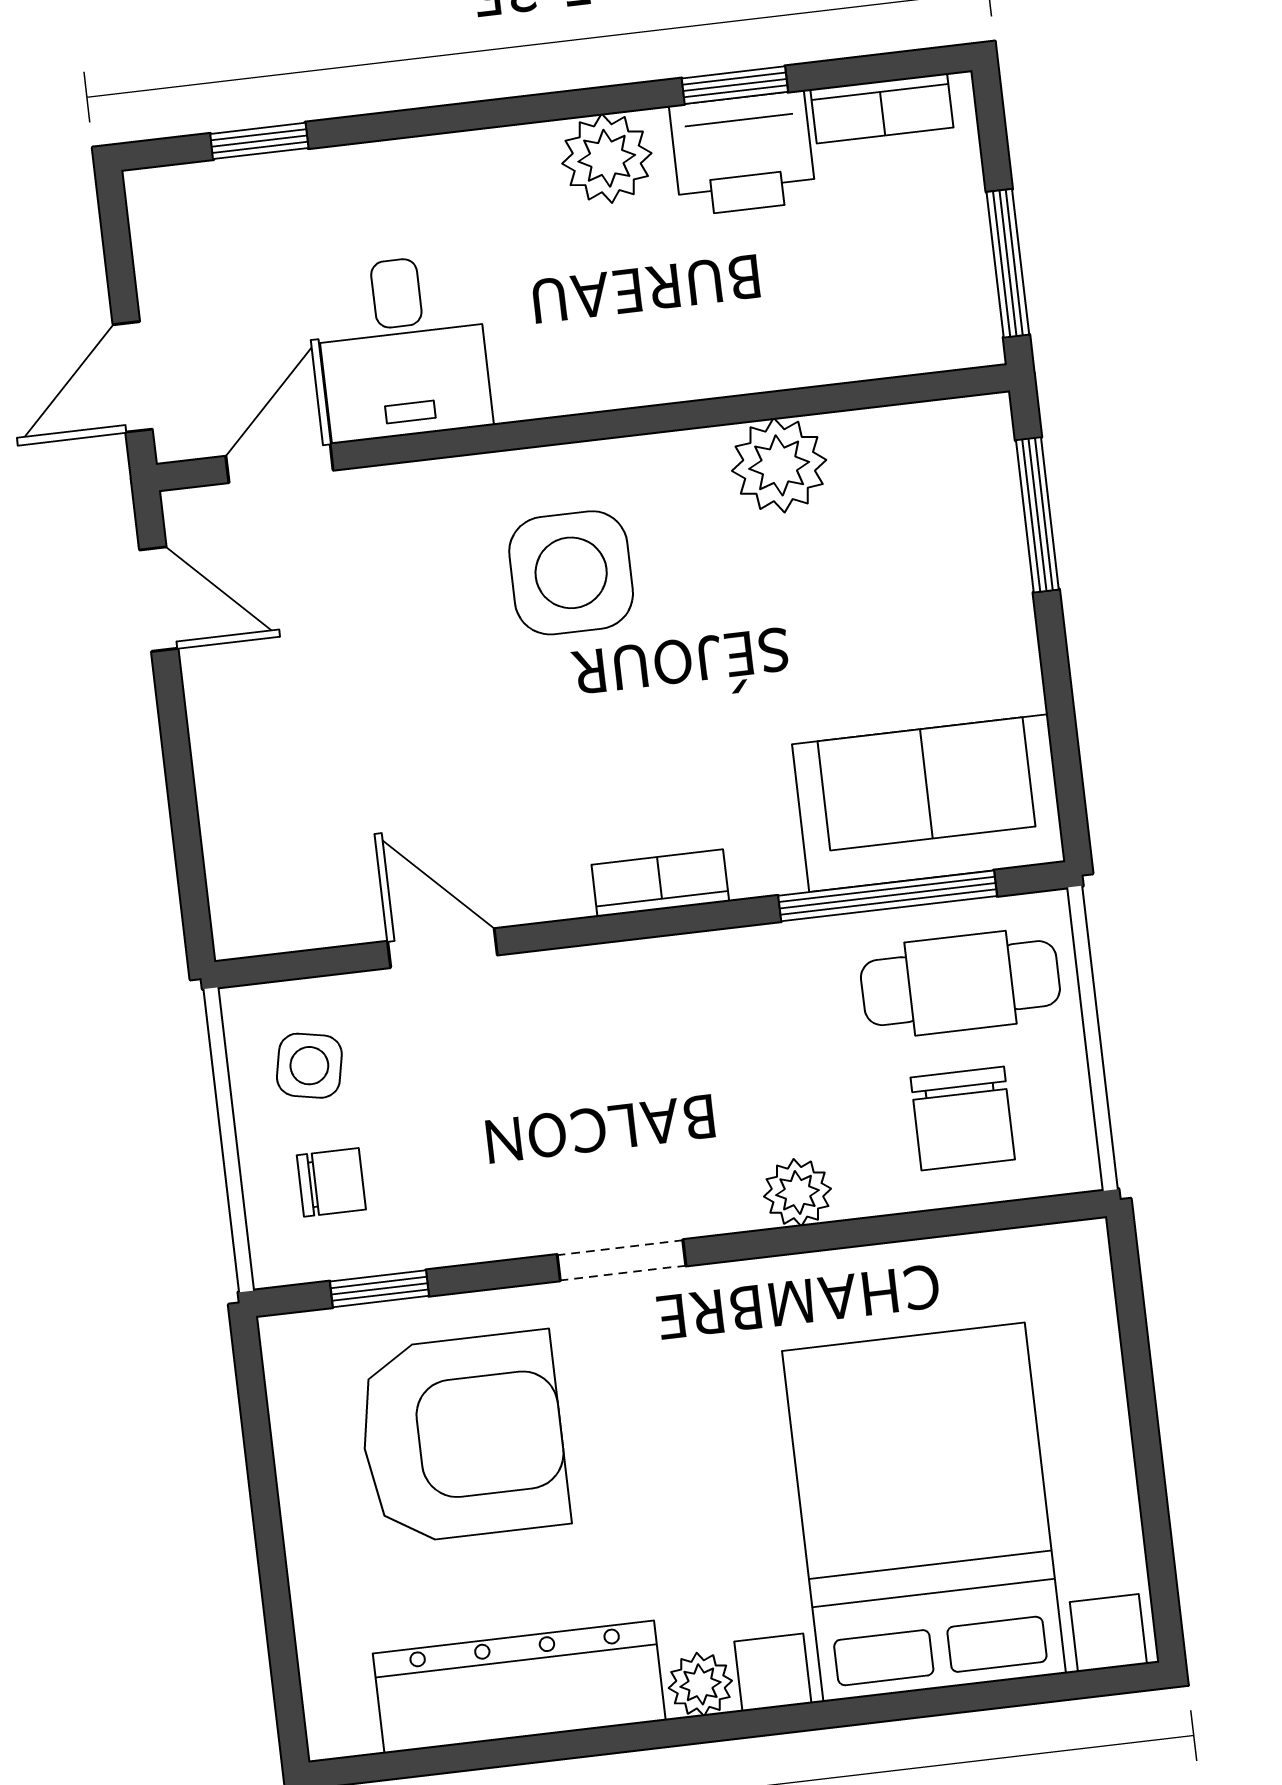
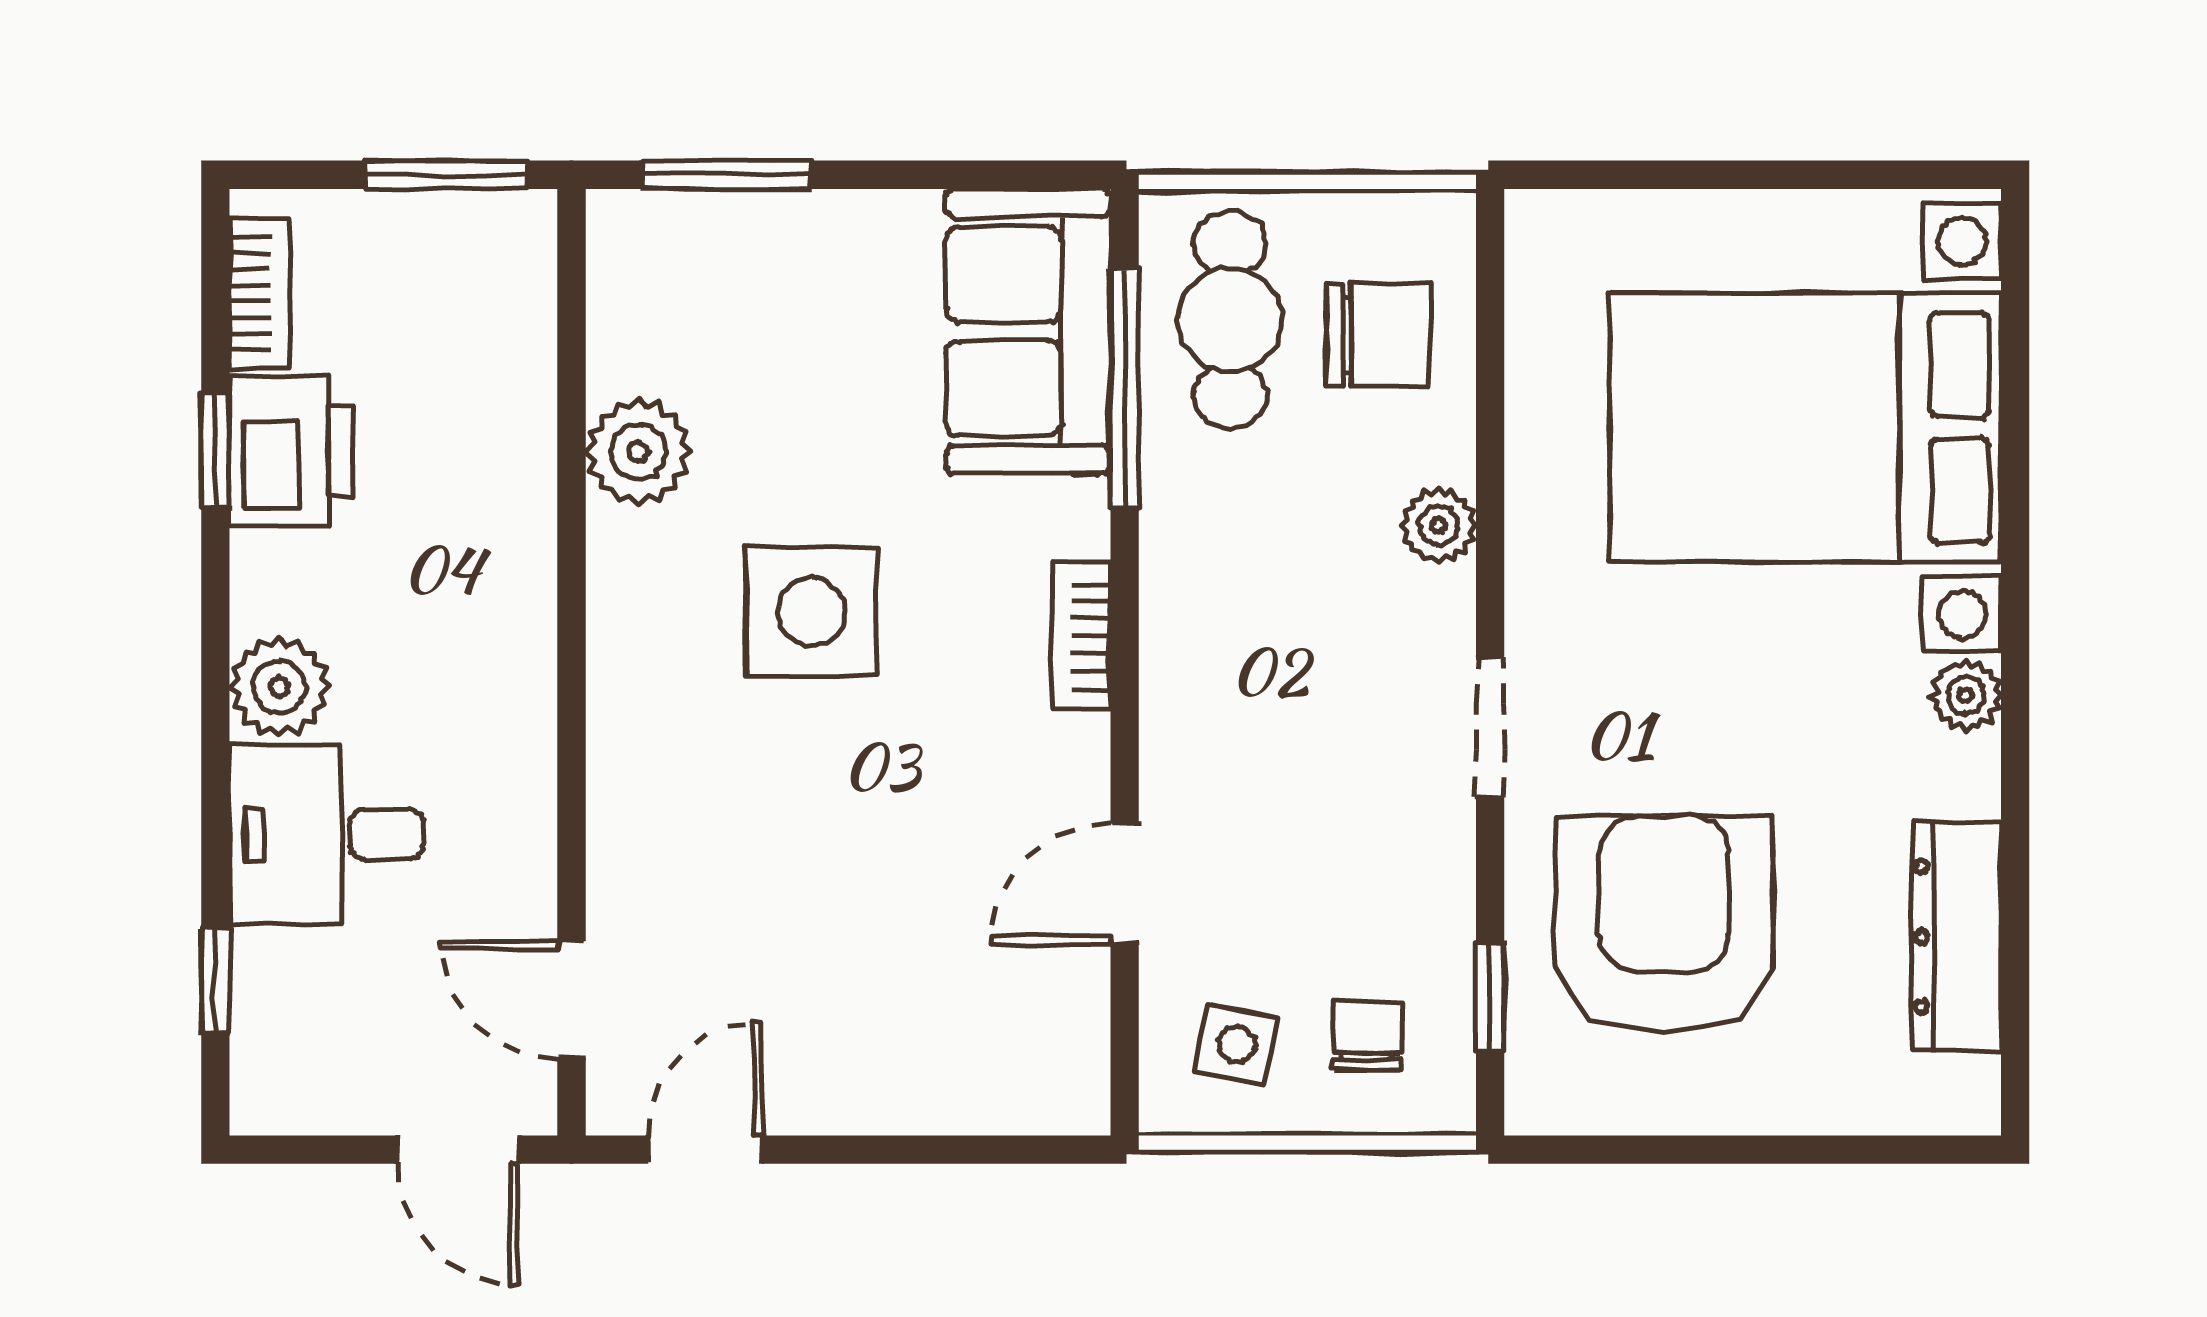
plant: (607, 158) -> (279, 687), moved
desk: (403, 347) -> (326, 834), moved, turned 180
side table: (571, 573) -> (811, 612), moved
dresser: (519, 1687) -> (1956, 936), width x0.73, depth x0.80

